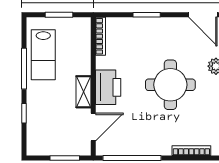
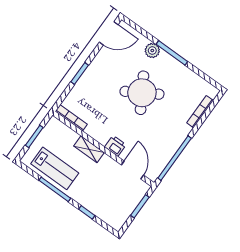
round table: (170, 85) -> (142, 93), turned -31
printer: (108, 87) -> (115, 146), width x0.53, depth x0.68
shelving: (84, 92) -> (89, 149), moved

